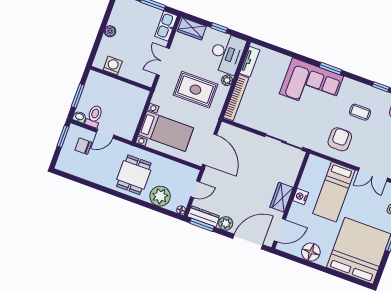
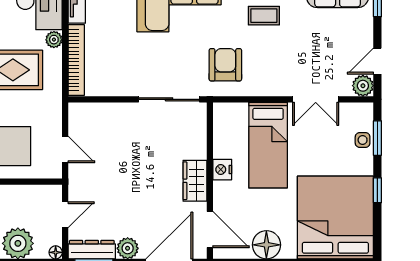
armchair: (340, 139) -> (225, 65), moved
door: (210, 150) -> (65, 149), width x0.53
door: (280, 230) -> (210, 229), hinge flipped

